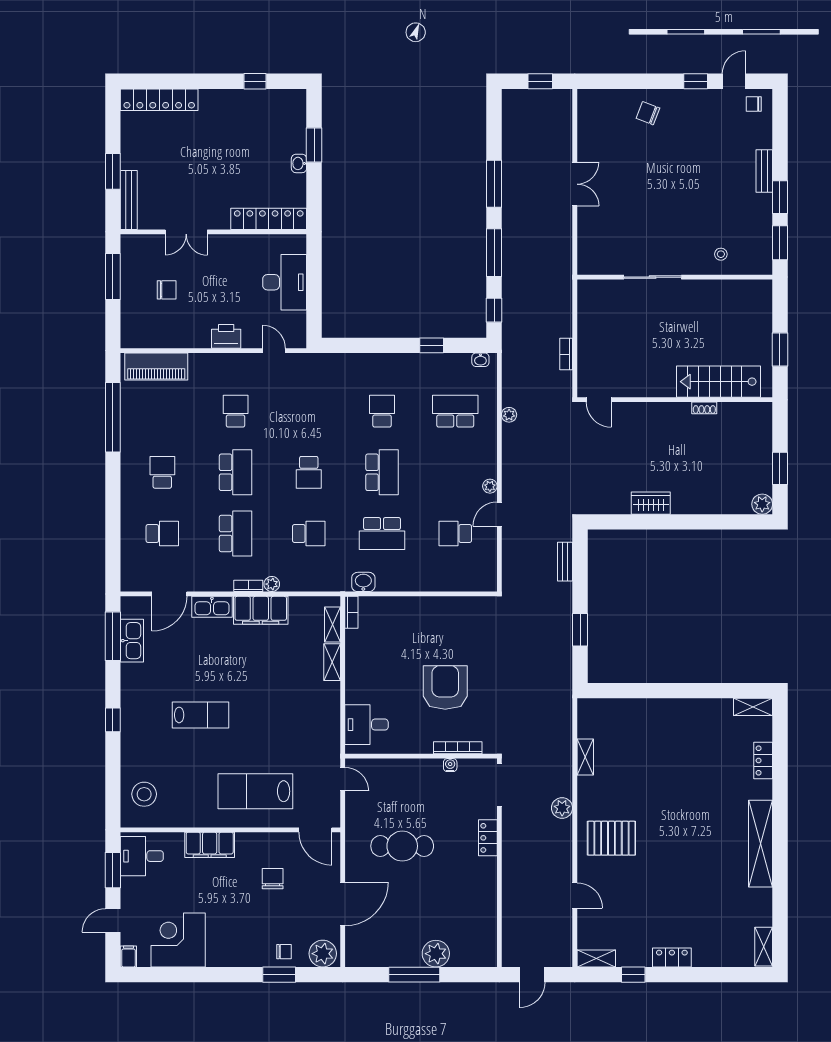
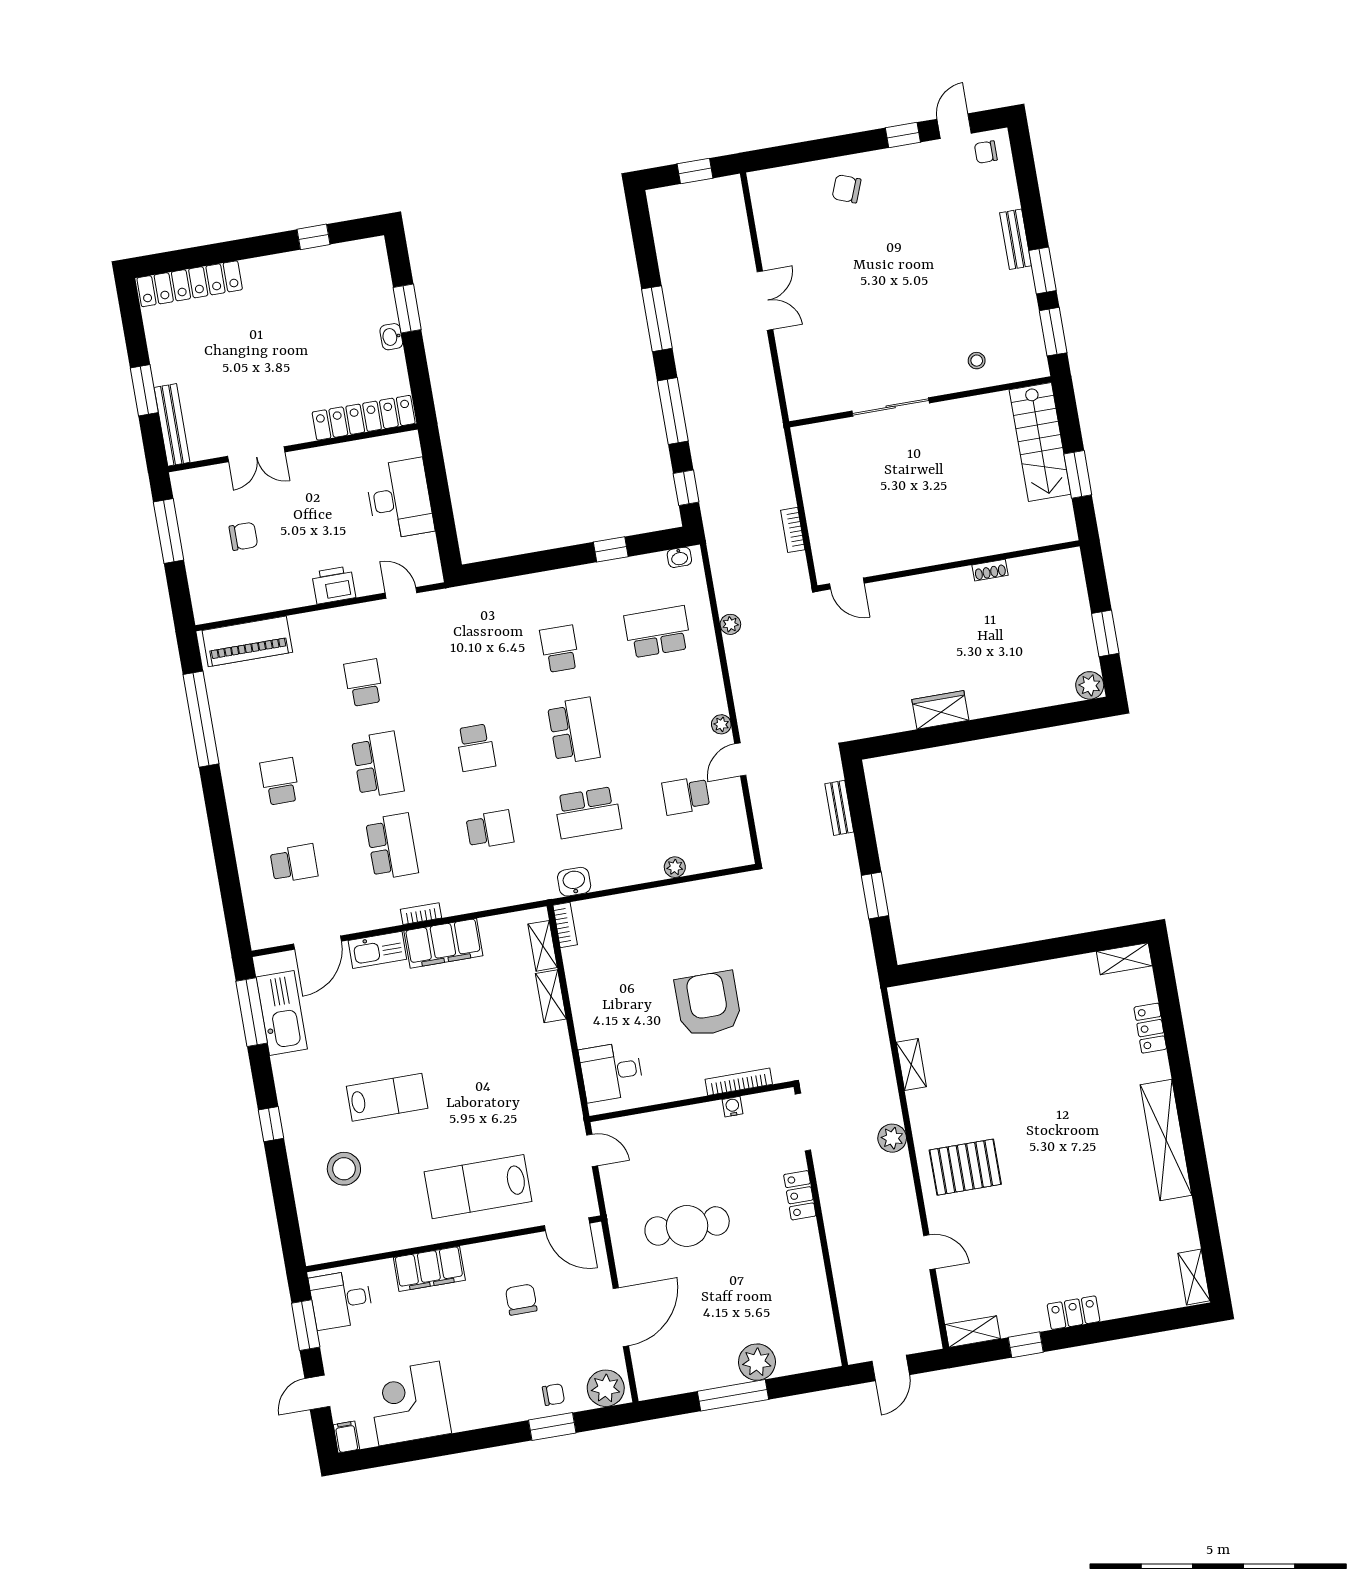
stairs: (719, 382) -> (1040, 442), moved, turned -90
plant: (272, 584) -> (675, 867), moved
kitchen sink: (132, 641) -> (282, 1013), width x1.36, depth x1.24
stool: (144, 794) -> (344, 1169), moved

